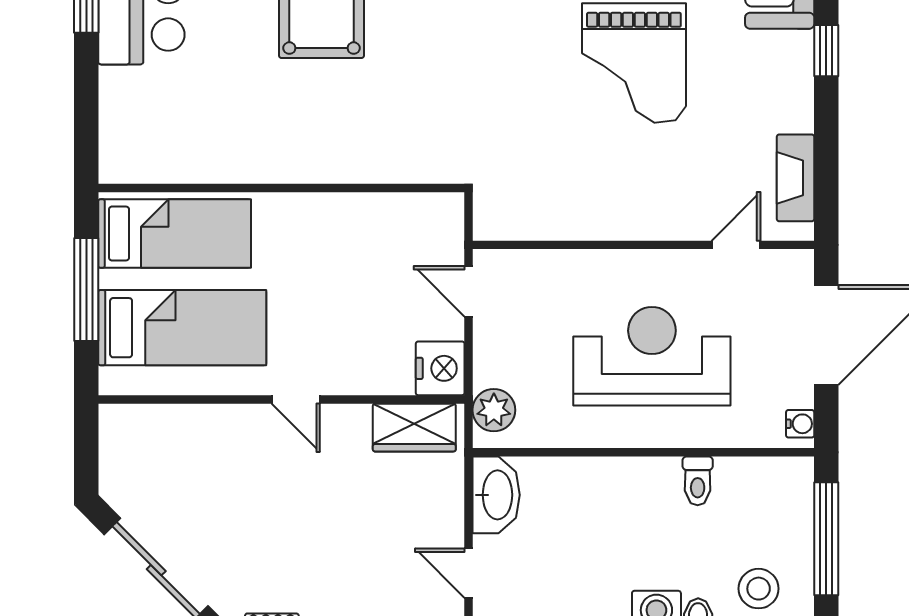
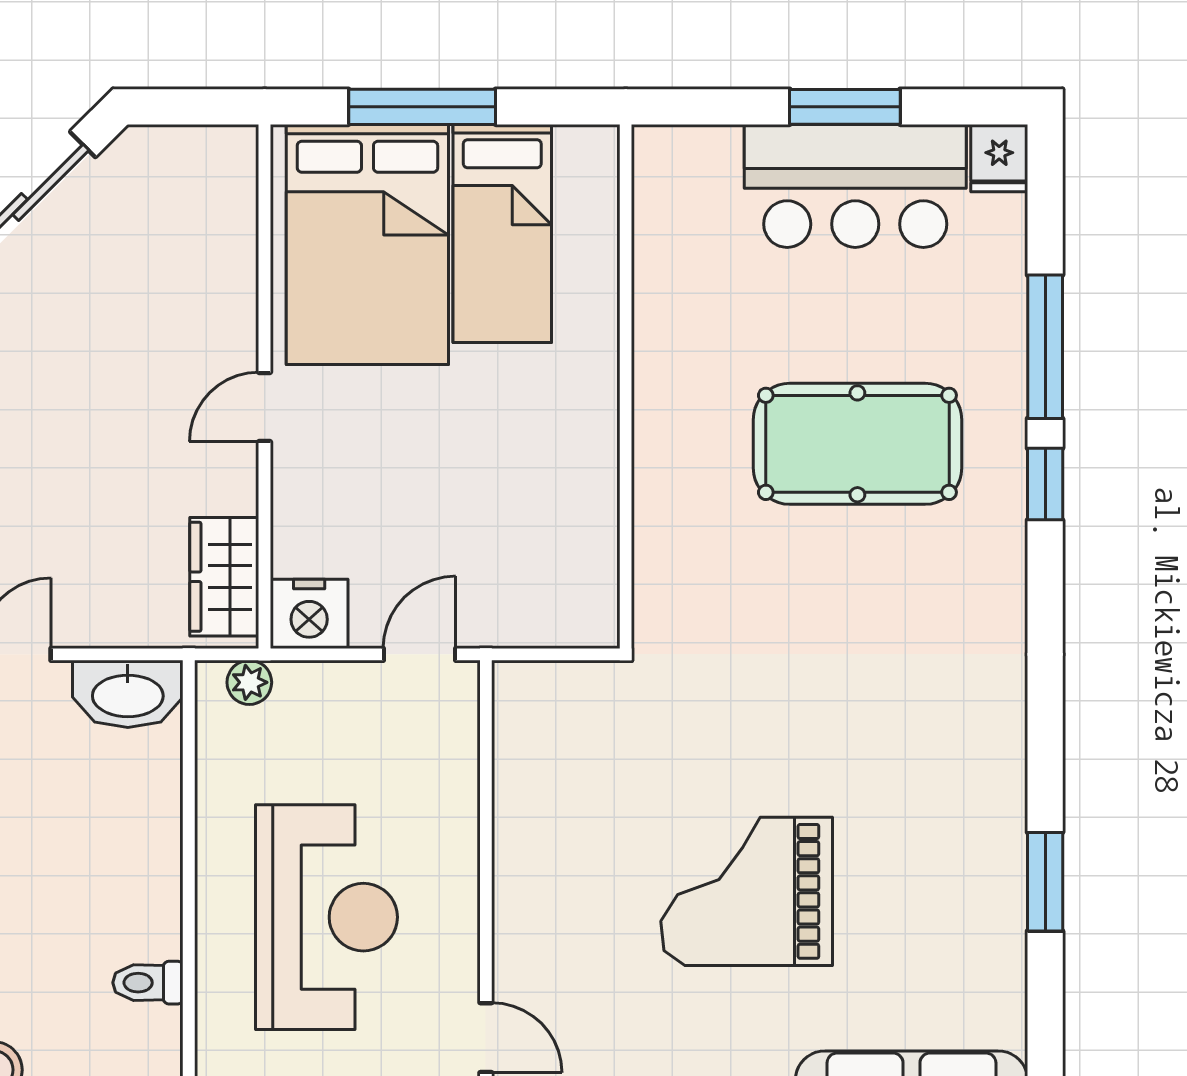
wall: (281, 188) -> (626, 386), moved
bed: (182, 328) -> (367, 244), width x1.50
plant: (494, 410) -> (249, 682), width x0.73, depth x0.73

